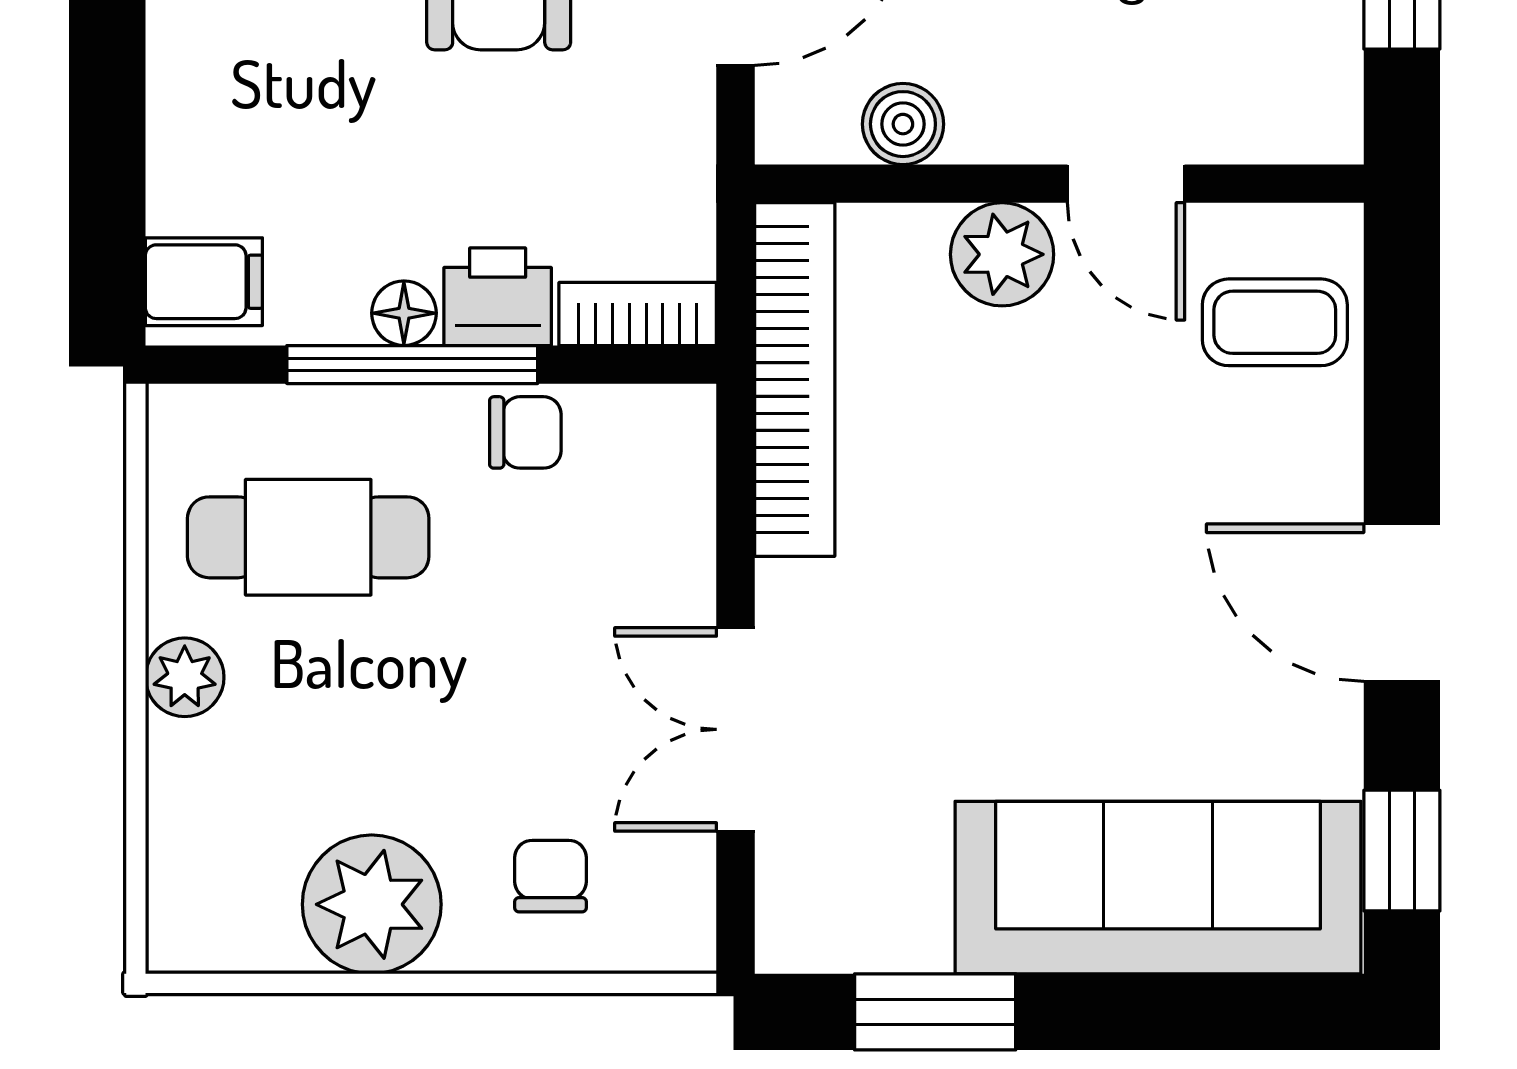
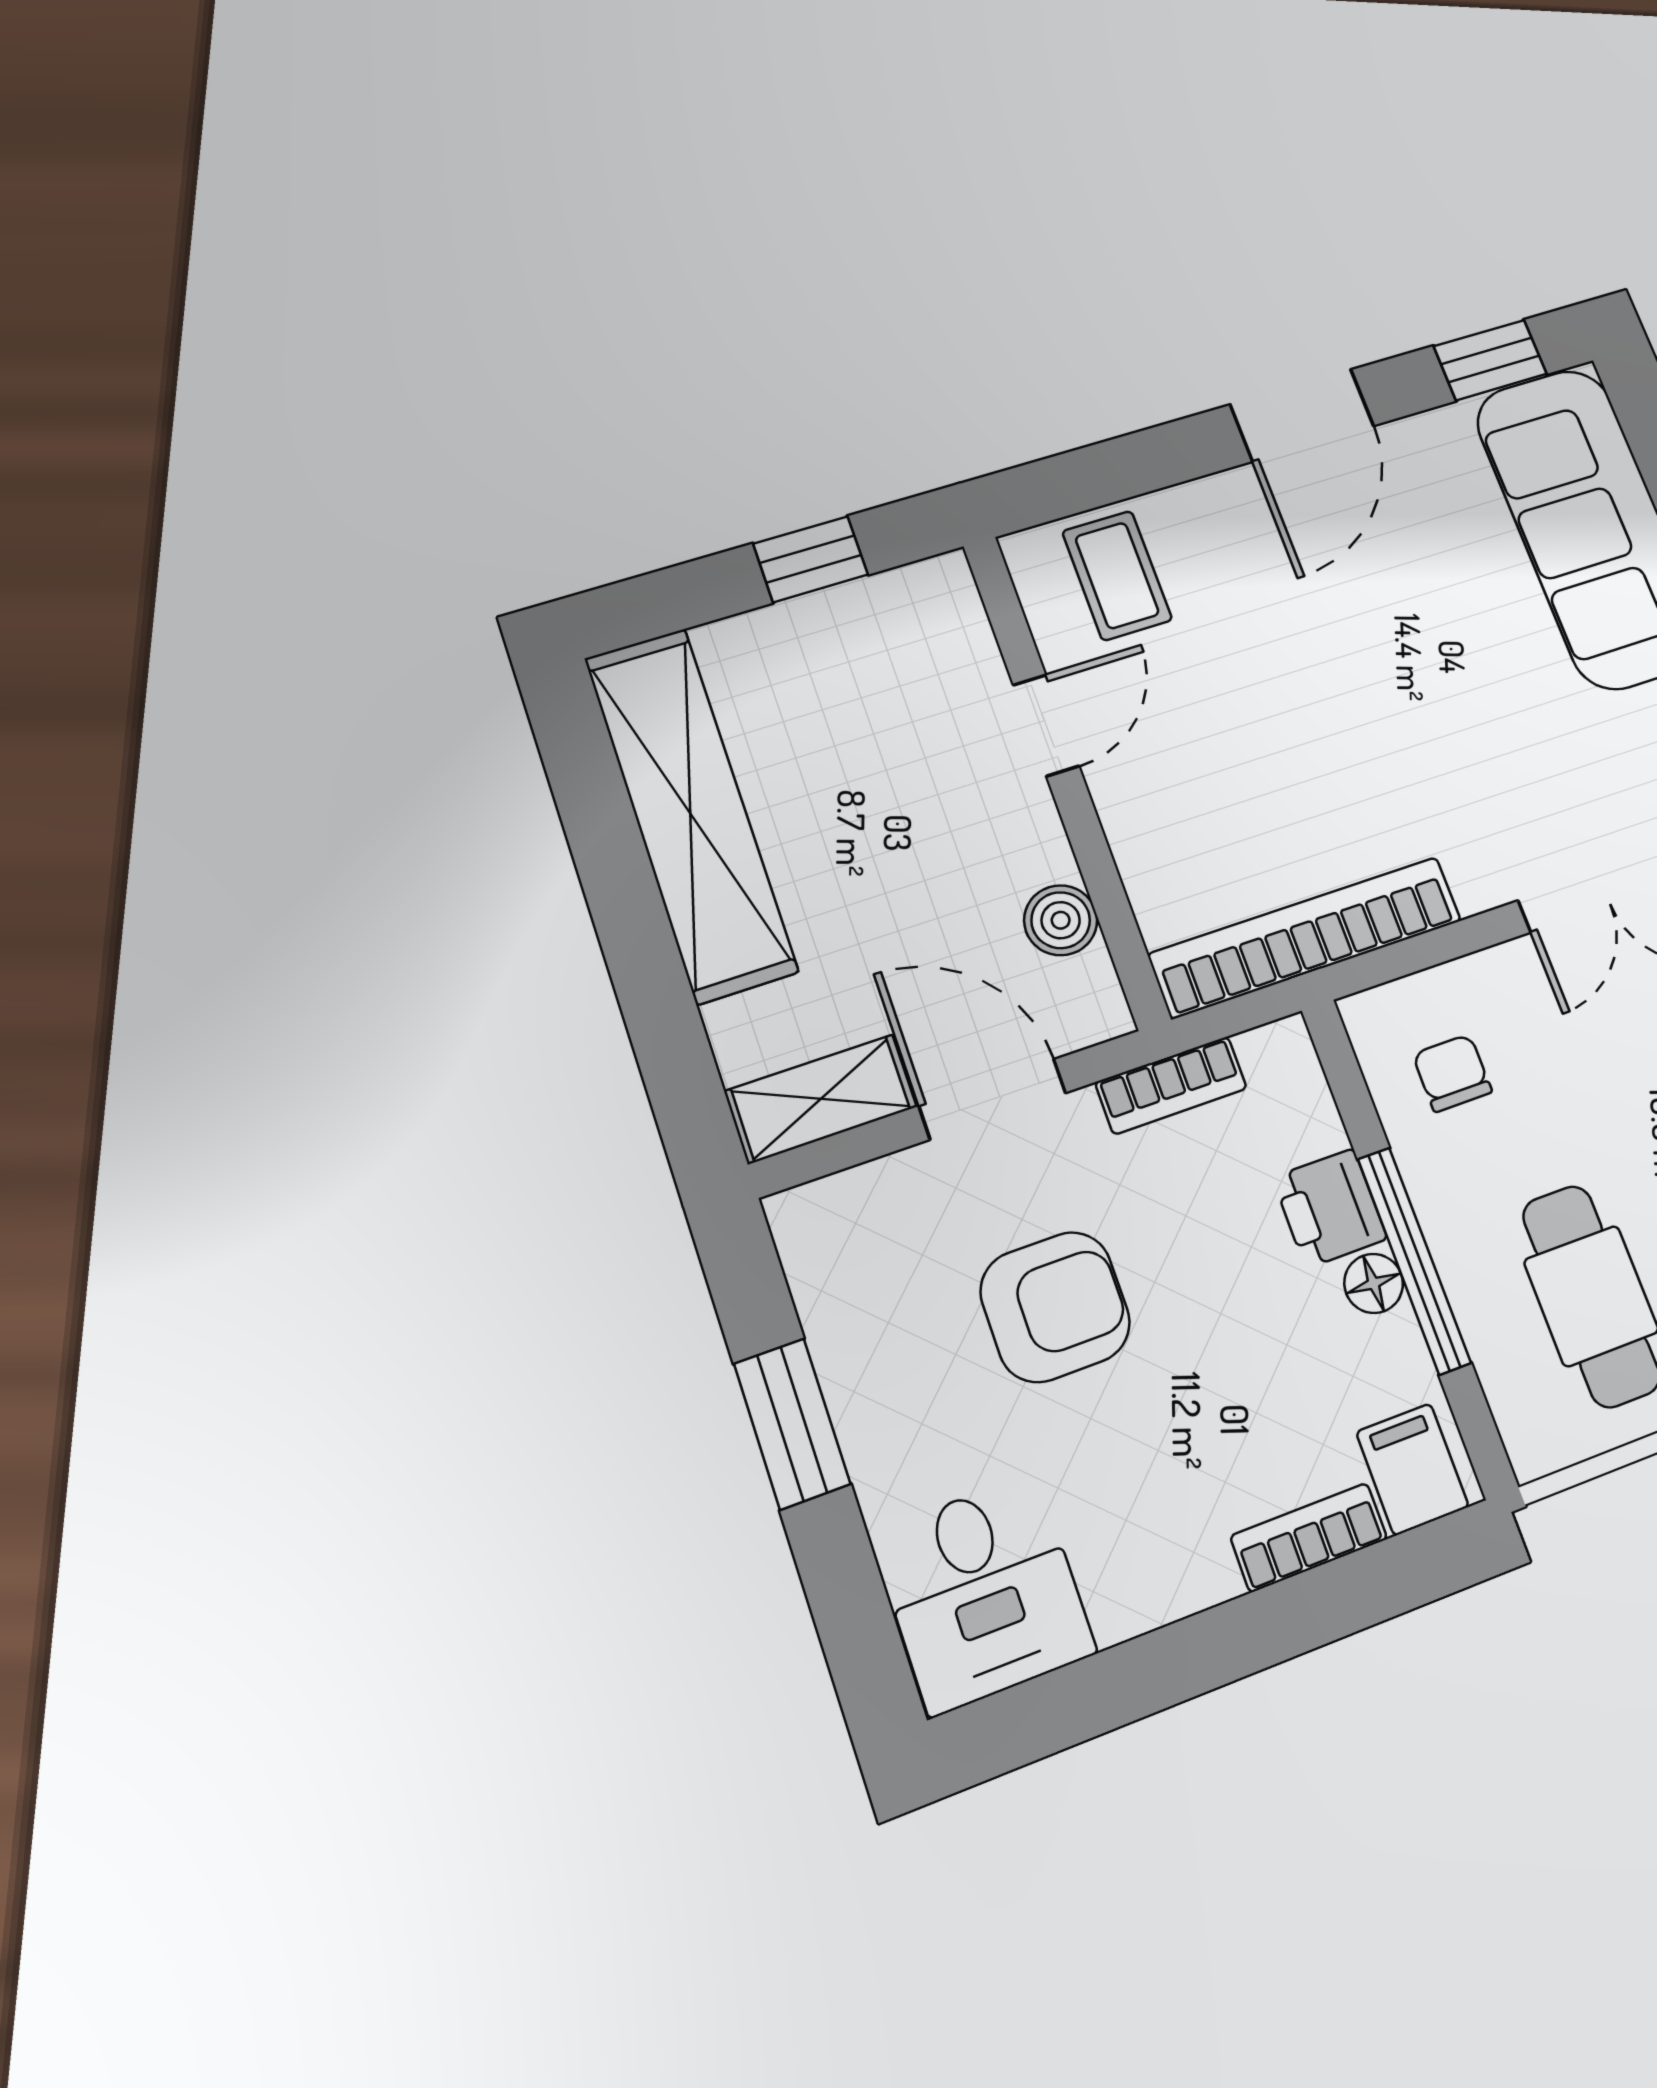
bookcase: (177, 151) -> (1309, 1537), added
plant: (1002, 254) -> (1140, 805), removed
bookcase: (638, 314) -> (1171, 1085), moved, turned -90
chair: (525, 432) -> (1452, 1073), moved

